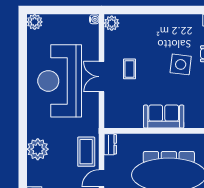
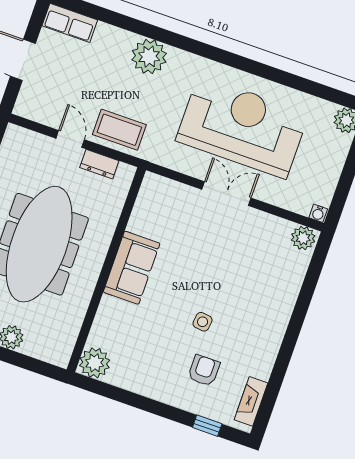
side table: (181, 64) -> (203, 322), width x0.54, depth x0.54
coffee table: (129, 69) -> (223, 241), removed
dresser: (110, 144) -> (99, 164), moved

